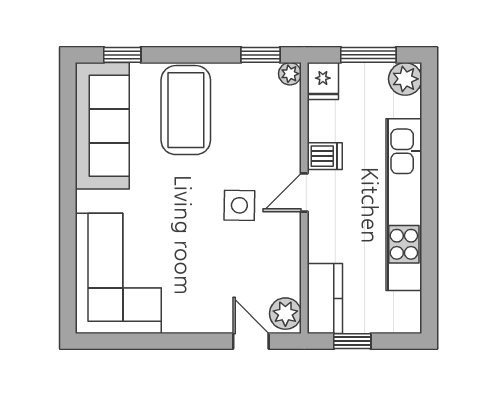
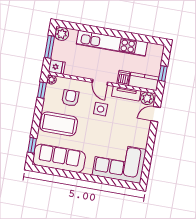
armchair: (253, 127) -> (70, 98), added
dishwasher: (325, 156) -> (123, 78), moved
tv unit: (288, 261) -> (126, 94), added

